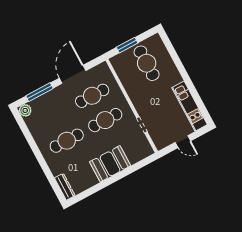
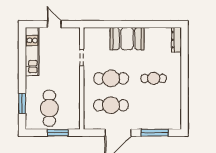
window: (174, 54) -> (22, 103), added
plant: (25, 110) -> (175, 124), removed
cafe table: (67, 141) -> (154, 78), width x0.73, depth x0.74

